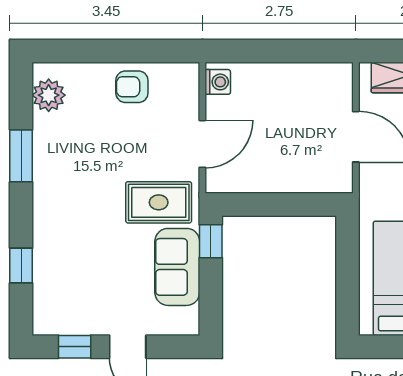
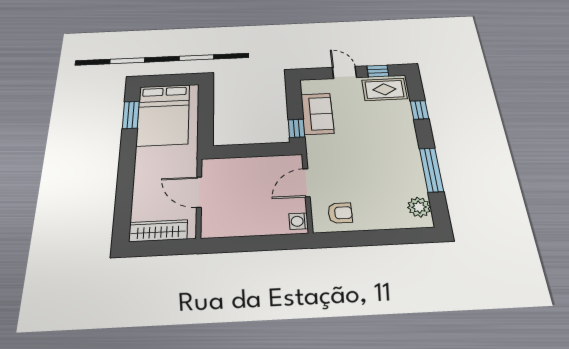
armchair: (132, 87) -> (340, 213), moved
window: (21, 156) -> (431, 170), width x1.44
rug: (159, 202) -> (384, 89), moved

